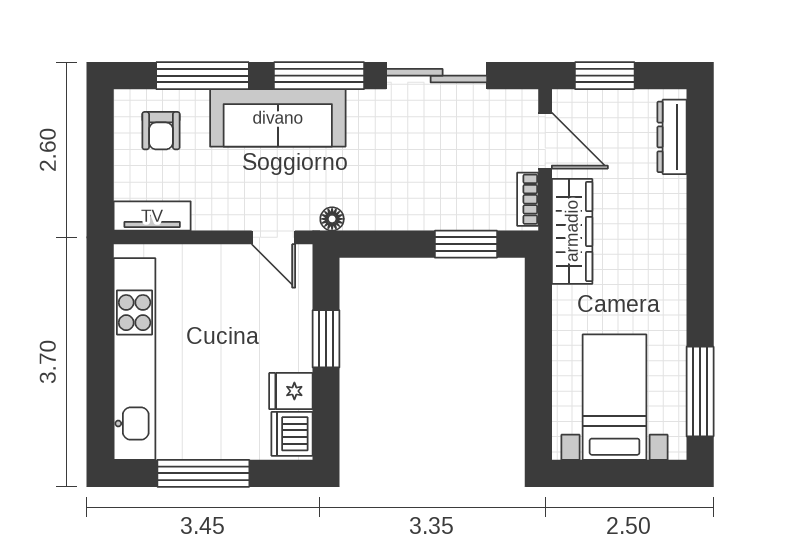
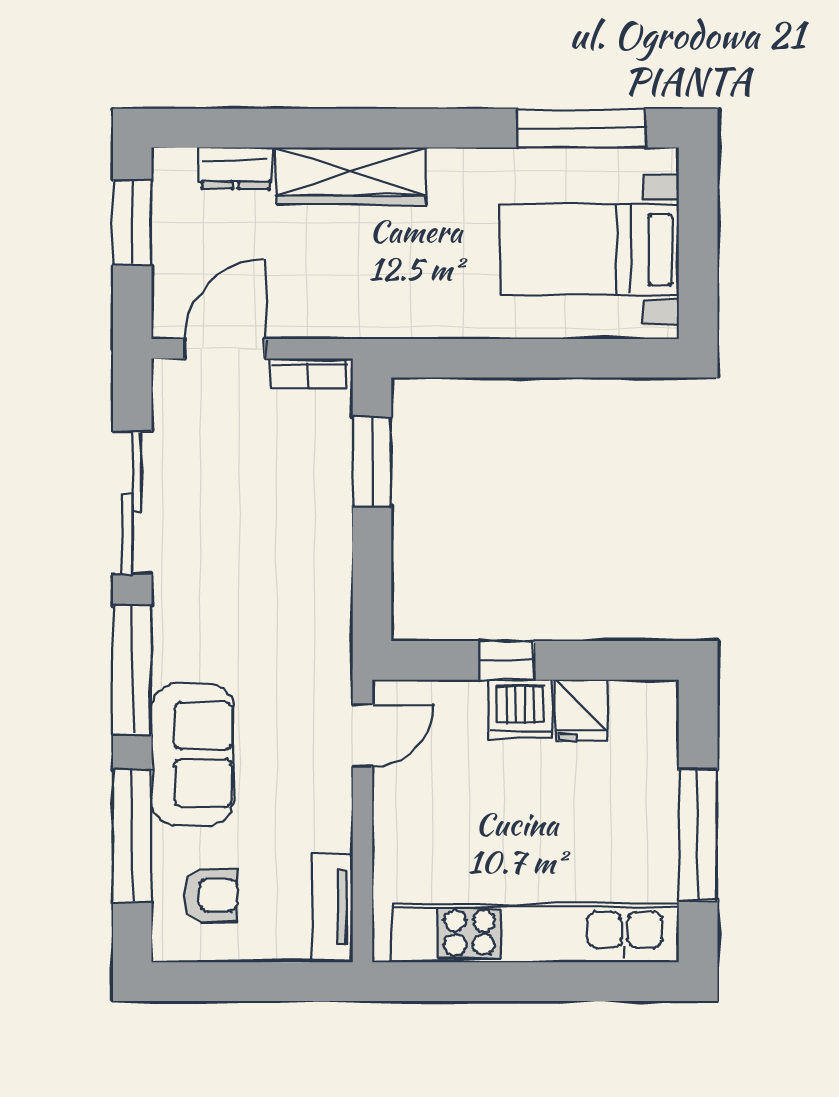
window: (605, 76) -> (132, 223), moved
sofa: (278, 118) -> (192, 754), width x0.73
dresser: (672, 137) -> (236, 168), width x0.70
floor lamp: (332, 219) -> (336, 652), removed
wardrobe: (572, 231) -> (351, 176), moved, turned 180
window: (326, 339) -> (507, 660), width x0.67
dishwasher: (292, 434) -> (520, 709), moved

